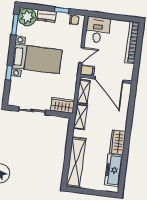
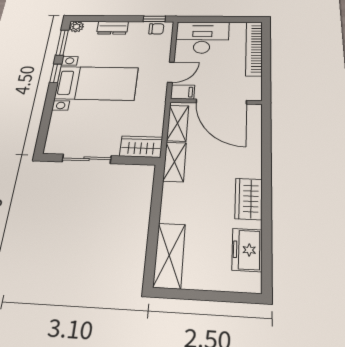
window: (62, 10) -> (154, 19), moved
plant: (27, 17) -> (76, 27), width x0.53, depth x0.53
desk: (98, 30) -> (202, 37), width x1.37
window: (9, 73) -> (56, 73), moved
shelving: (76, 162) -> (169, 255), width x0.68
freezer: (114, 170) -> (247, 250), width x0.71

